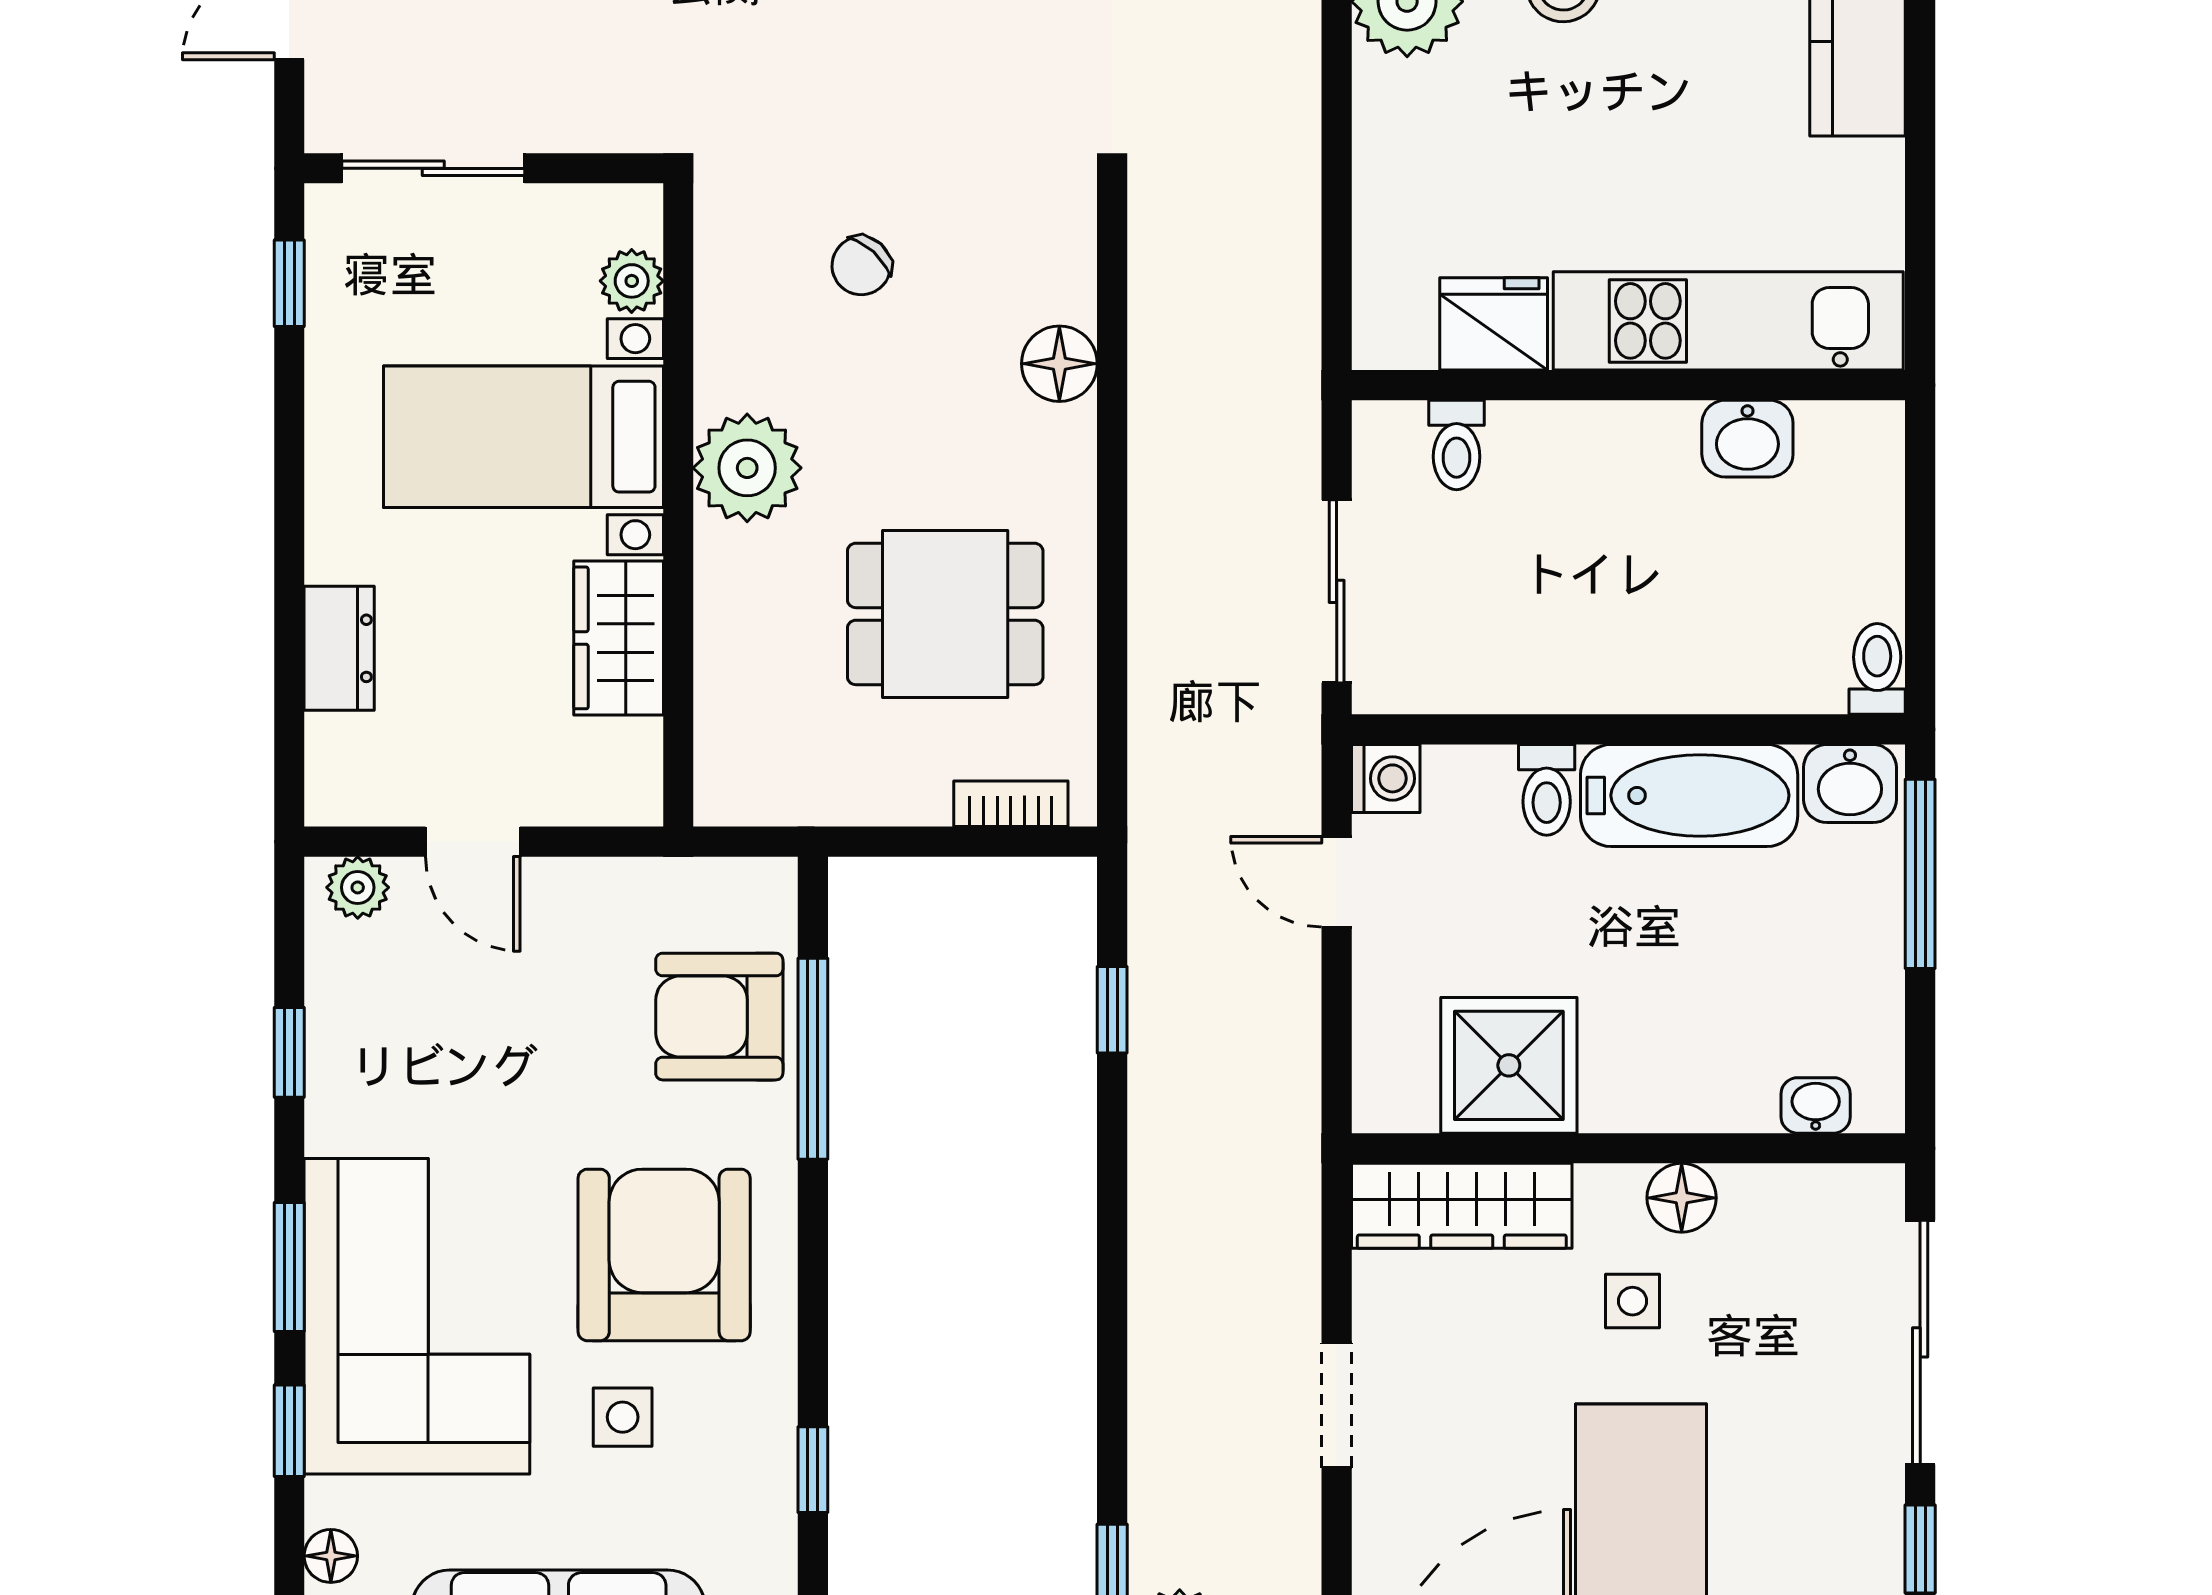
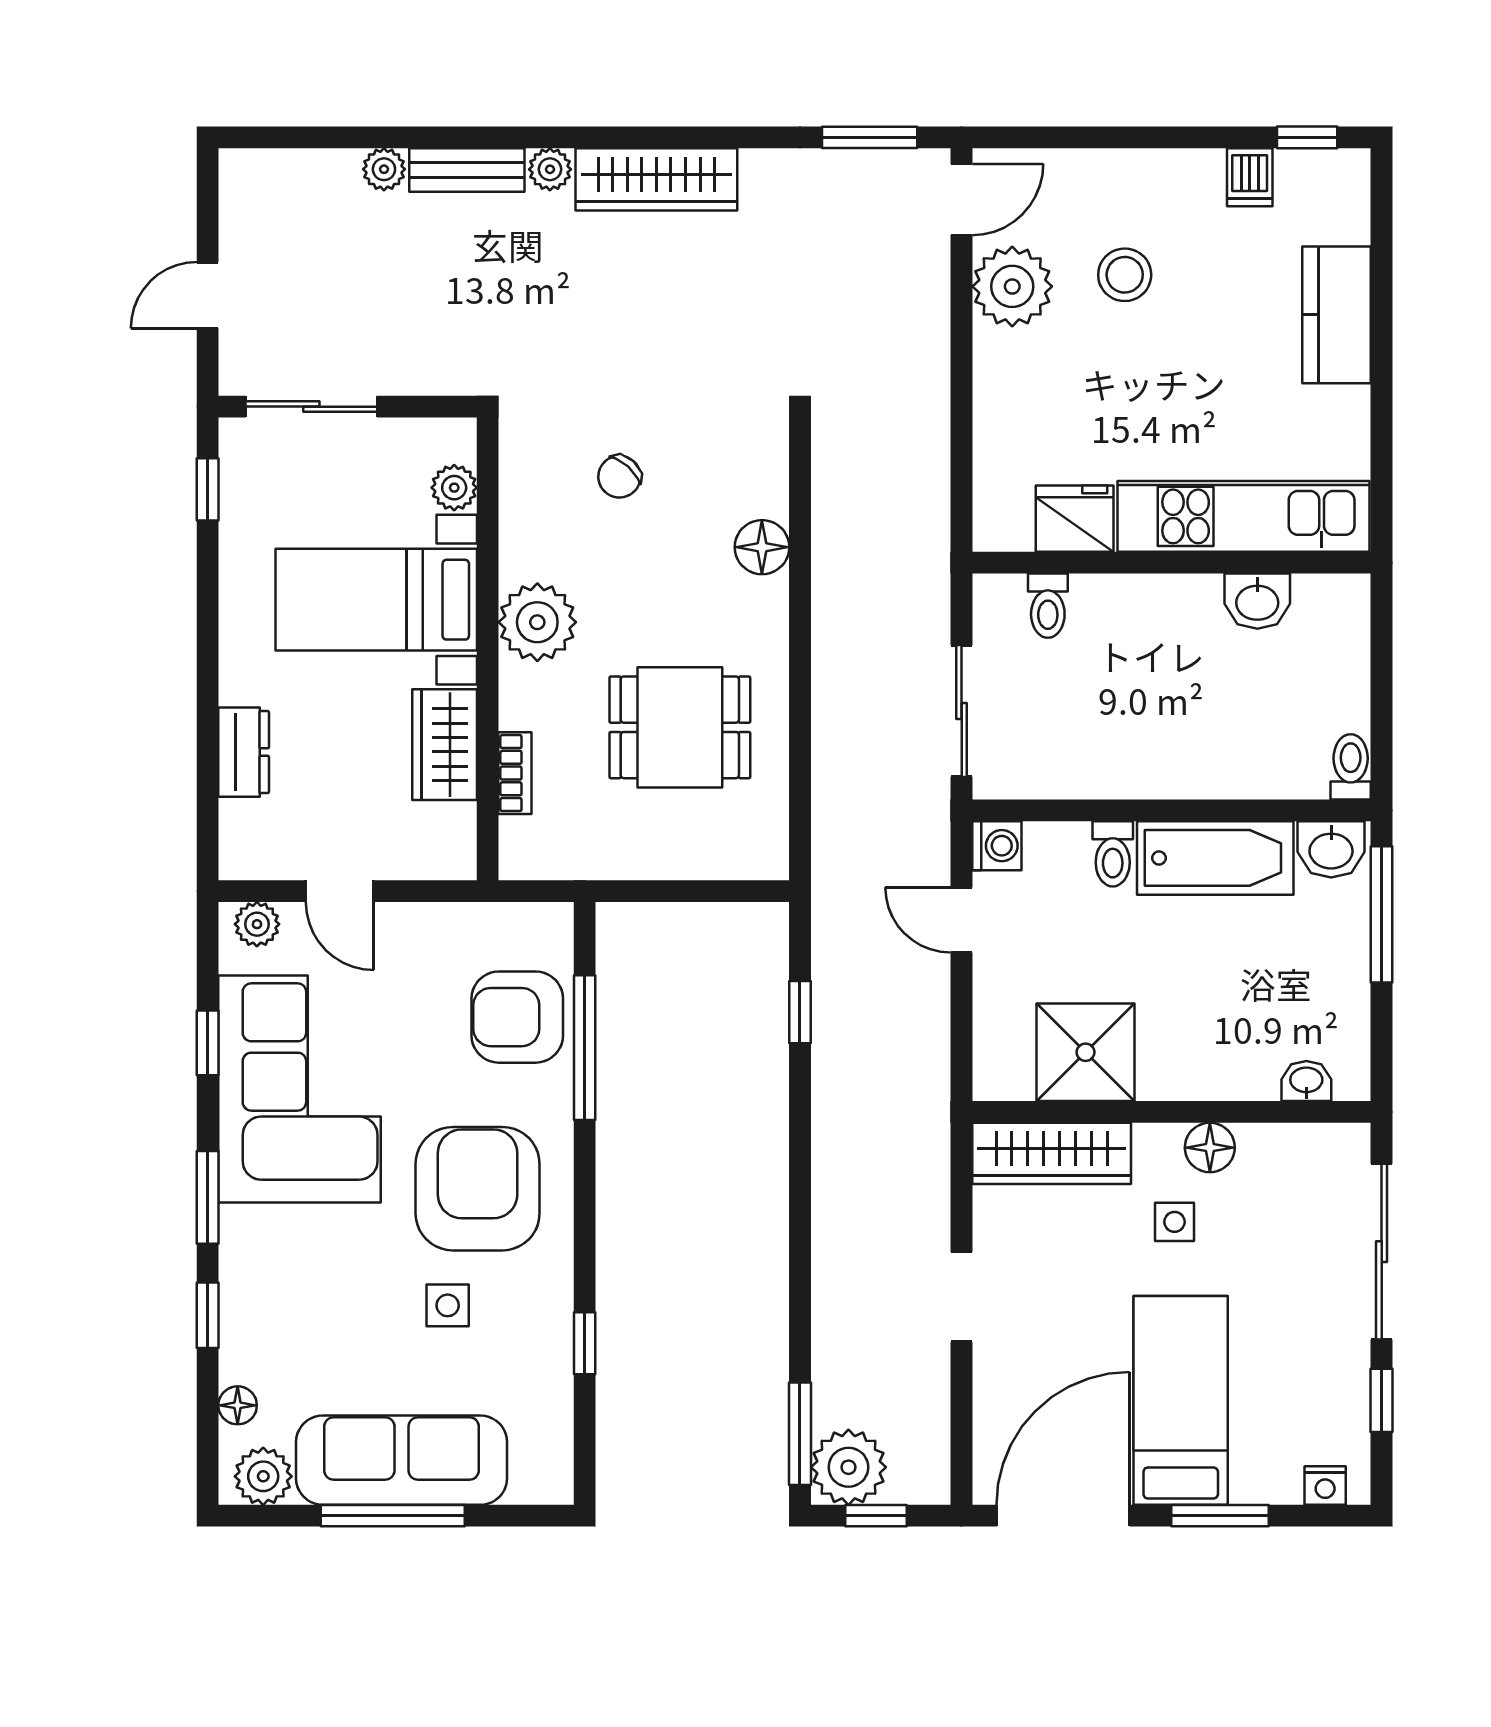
bookcase: (1011, 804) -> (515, 773), moved, turned 90
corner sofa: (417, 1316) -> (300, 1089), moved

